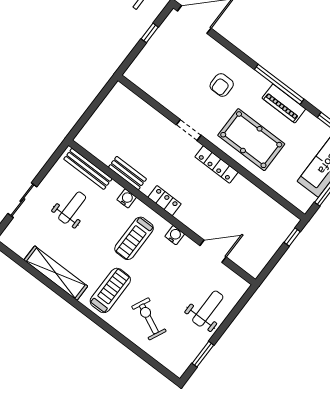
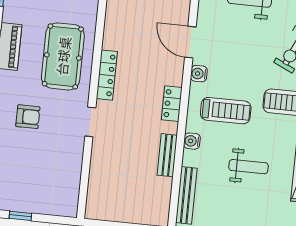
weight bench: (72, 208) -> (248, 167), moved, turned 180
door: (213, 251) -> (190, 42), moved

